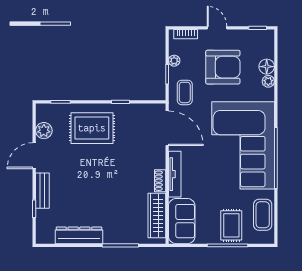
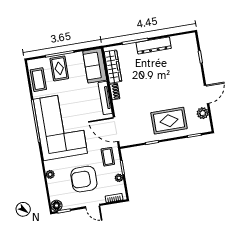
floor lamp: (267, 67) -> (57, 206), moved
bench: (42, 191) -> (197, 71), removed
dresser: (79, 235) -> (154, 45), moved

